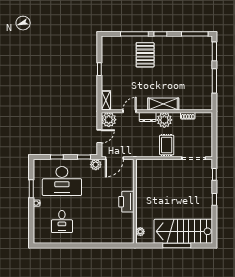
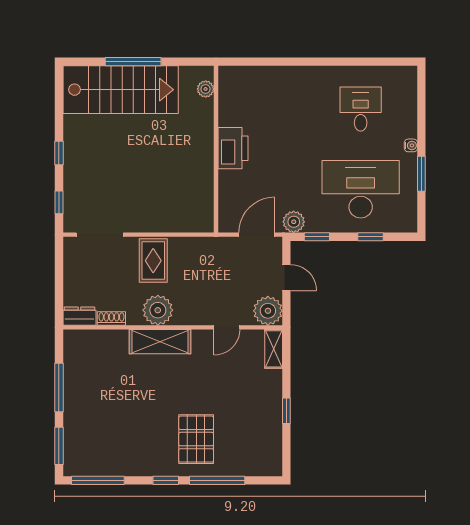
dresser: (148, 117) -> (79, 316), moved
door: (99, 136) -> (286, 278), swing flipped

